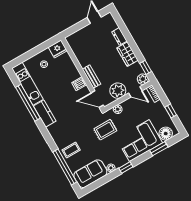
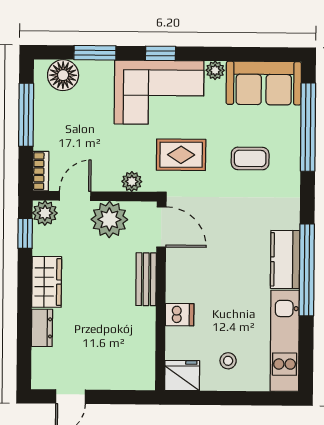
dishwasher: (79, 84) -> (180, 315), moved
door: (135, 92) -> (75, 196), hinge flipped
window: (28, 103) -> (307, 270), moved
window: (171, 111) -> (26, 115), width x2.17
corner sofa: (139, 141) -> (159, 92), moved
coffee table: (71, 150) -> (250, 158), moved
window: (126, 168) -> (161, 53), moved

